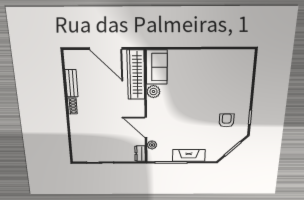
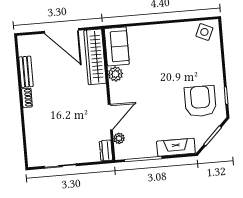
side table: (240, 60) -> (204, 32), added
armchair: (227, 120) -> (200, 101), width x1.88, depth x1.88
door: (146, 127) -> (110, 117), swing flipped
fireplace: (189, 155) -> (176, 147), moved

